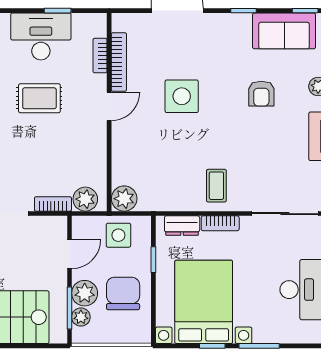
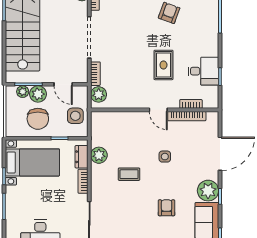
plant: (235, 29) -> (208, 191), added
desk: (41, 36) -> (203, 71), width x0.73
armchair: (261, 94) -> (167, 208), turned 90
side table: (182, 96) -> (165, 157), width x0.54, depth x0.54
coffee table: (216, 186) -> (129, 174), moved
plant: (124, 199) -> (99, 155), moved
chair: (123, 293) -> (38, 119), turned 90
bed with nightstands: (204, 302) -> (32, 162), width x0.73

